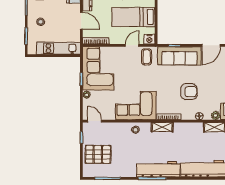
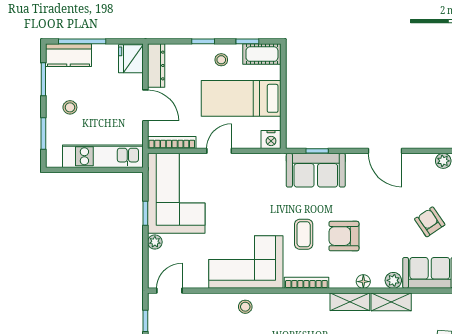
door: (132, 45) -> (219, 151), moved
door: (211, 45) -> (385, 151), hinge flipped
sofa: (179, 56) -> (316, 170), width x0.73
coffee table: (147, 57) -> (304, 234), moved
armchair: (189, 92) -> (344, 236), turned 180
door: (94, 121) -> (169, 291), hinge flipped
shelving: (162, 127) -> (350, 302), moved

